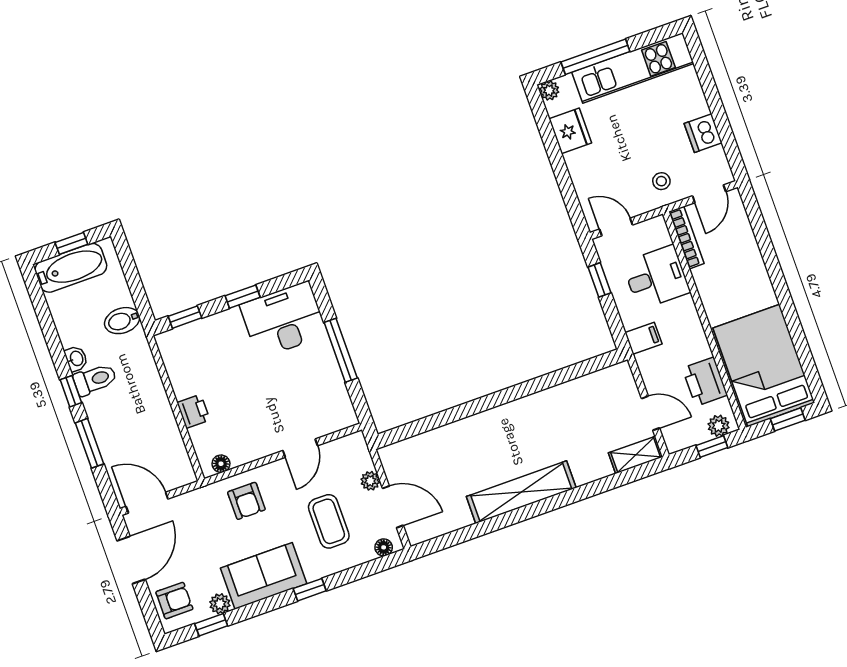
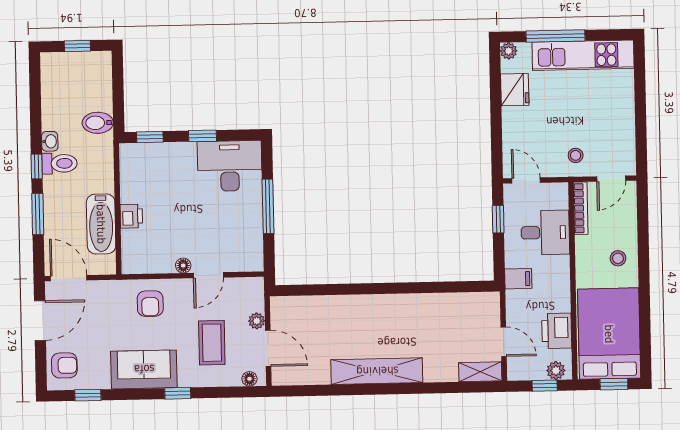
dishwasher: (703, 133) -> (623, 128), removed
bathtub: (71, 268) -> (101, 224), moved, turned 90
stool: (746, 279) -> (618, 258), added
floor lamp: (221, 464) -> (183, 266), moved
plant: (220, 604) -> (101, 380), removed

